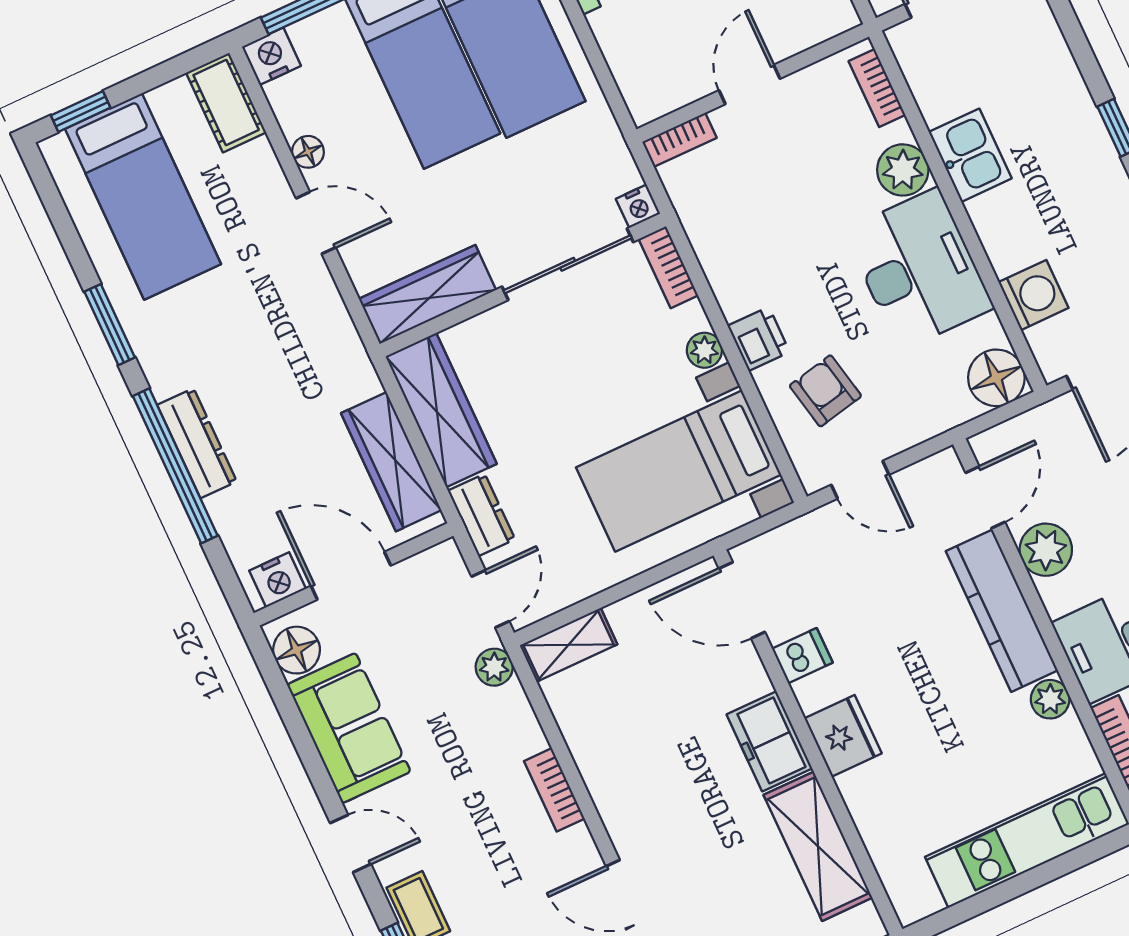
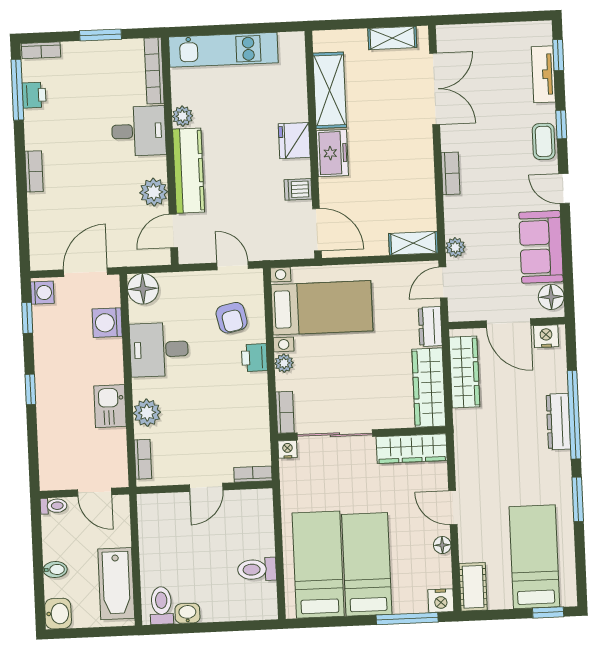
desk: (919, 269) -> (159, 350), width x0.73

